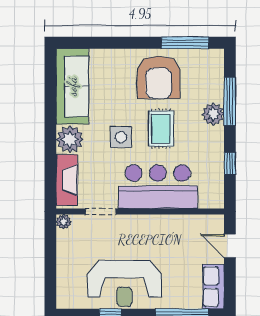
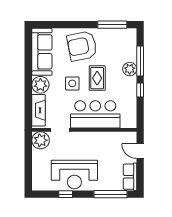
armchair: (159, 77) -> (82, 46), moved, turned 79
window: (230, 164) -> (140, 90), moved
plant: (64, 222) -> (41, 140), width x1.88, depth x1.88

